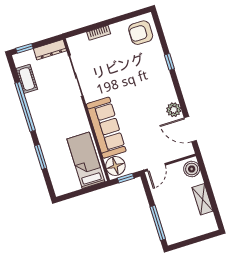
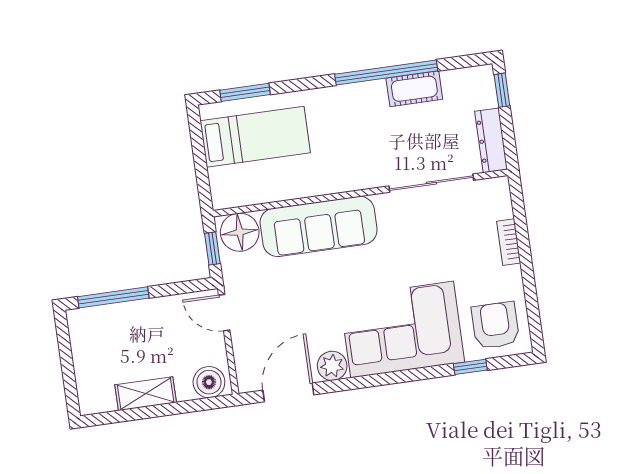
window: (169, 62) -> (470, 367), moved
corner sofa: (150, 78) -> (402, 330), added
cot: (27, 79) -> (414, 89), moved
window: (41, 157) -> (245, 92), moved
bed: (86, 160) -> (255, 137), moved

